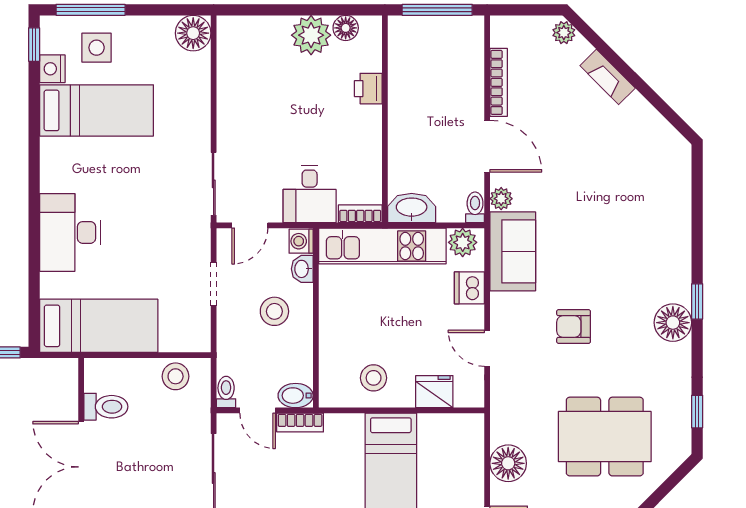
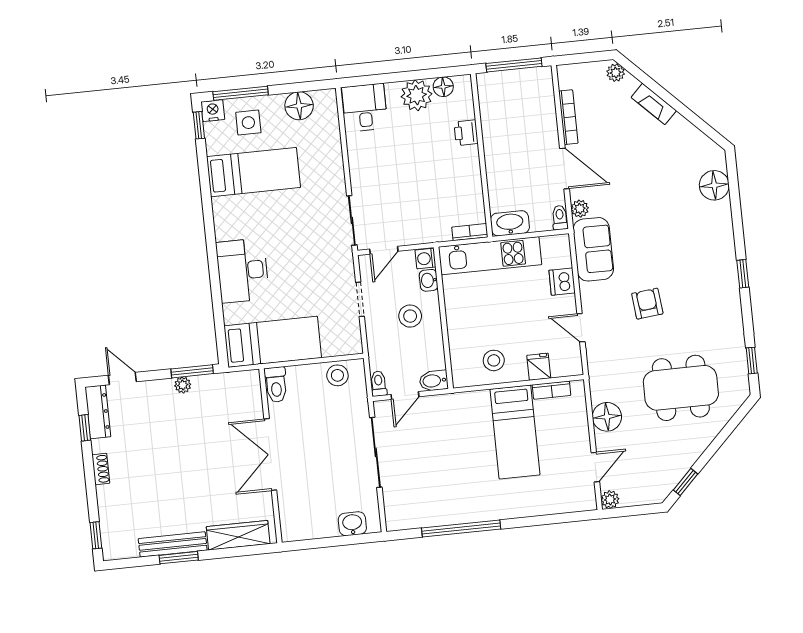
floor lamp: (193, 33) -> (299, 106), moved
nightstand: (52, 69) -> (213, 111), moved, turned 90
desk: (310, 194) -> (365, 108), moved, turned 180
plant: (463, 242) -> (553, 246), removed
floor lamp: (673, 323) -> (714, 185), moved
armchair: (574, 327) -> (647, 304), turned 84
fridge: (434, 392) -> (539, 367), width x0.72
toilet: (106, 407) -> (276, 385), moved, turned 90
door: (258, 410) -> (405, 396), hinge flipped
bookcase: (300, 423) -> (552, 390), moved

